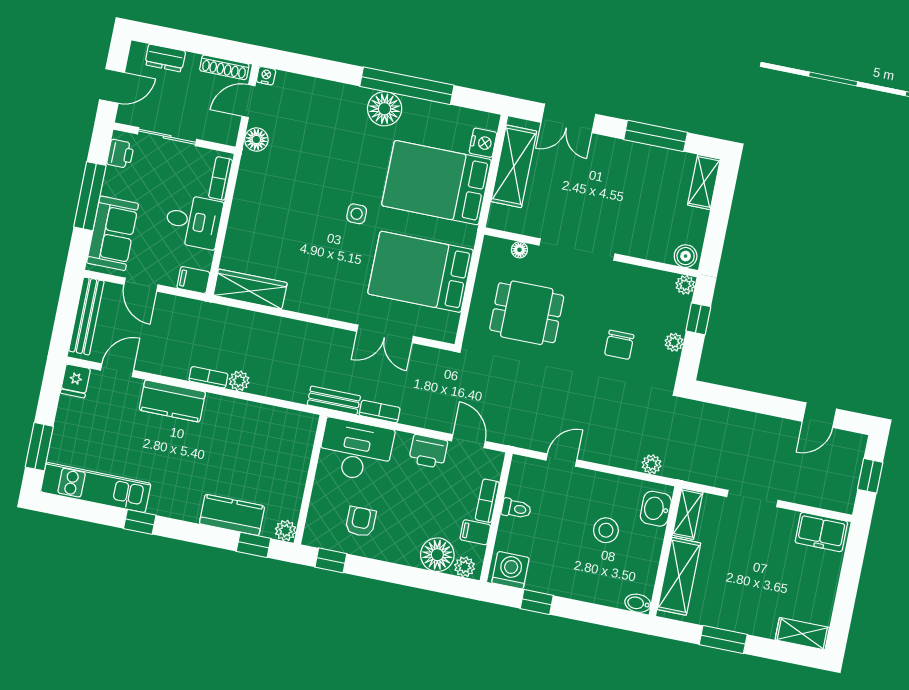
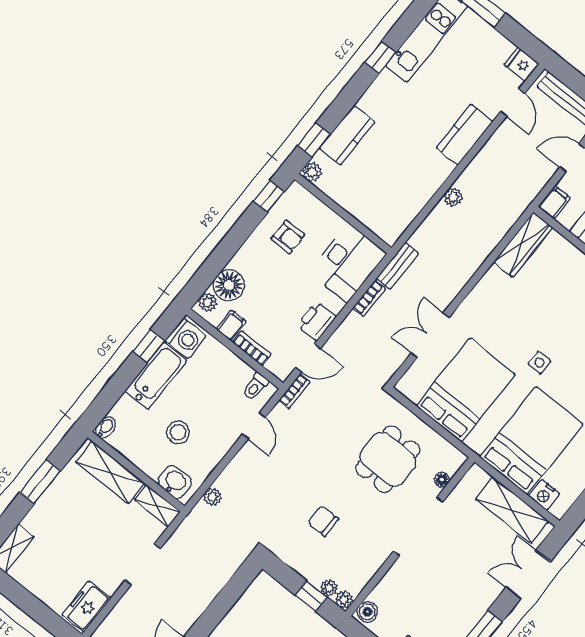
plant: (674, 342) -> (329, 588), moved
bookcase: (208, 377) -> (295, 391), moved
toilet: (516, 509) -> (255, 386), moved
bathtub: (562, 580) -> (156, 376), added

